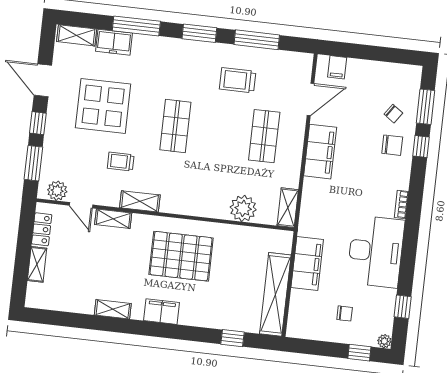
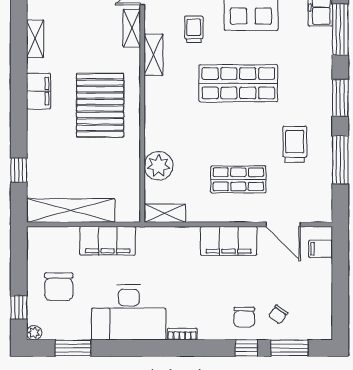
shop shelf: (175, 126) -> (238, 83), width x1.43, depth x1.36
window: (403, 307) -> (73, 348), width x1.50
chair: (345, 313) -> (59, 287), width x1.87, depth x1.87

